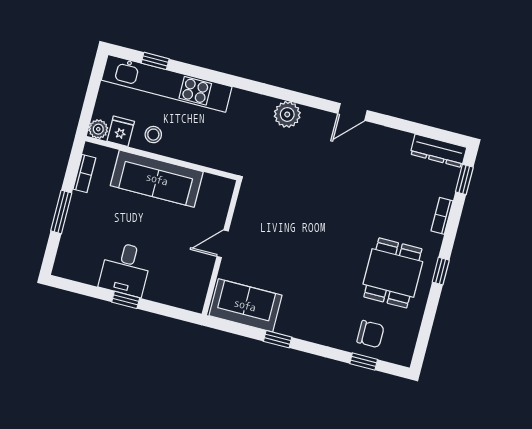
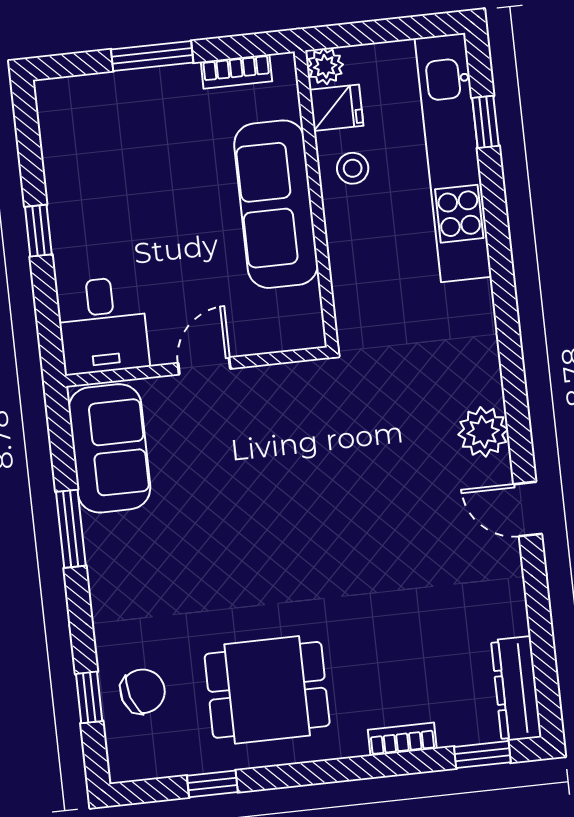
plant: (287, 114) -> (483, 432), moved
door: (223, 244) -> (204, 366), hinge flipped
desk: (125, 269) -> (103, 325), moved, turned -90
window: (441, 271) -> (212, 784), moved
chair: (371, 334) -> (143, 691), turned -108
window: (278, 339) -> (71, 529), width x1.50

